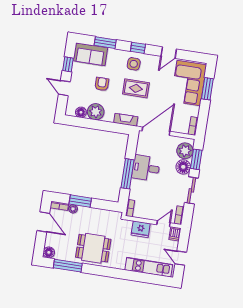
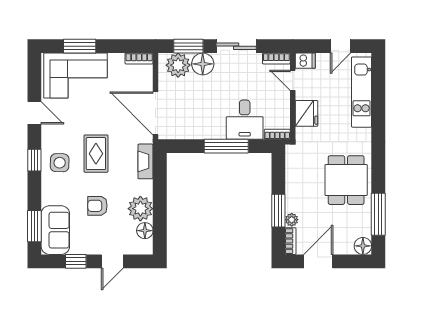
window: (105, 43) -> (34, 226), moved
desk: (146, 168) -> (245, 120), moved

